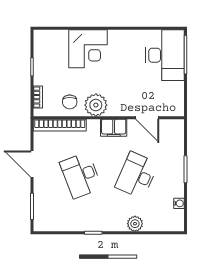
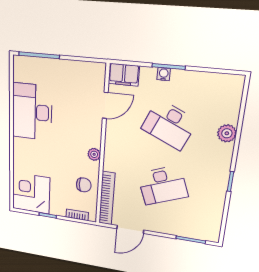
corner desk: (88, 49) -> (31, 193), moved, turned -90
desk: (165, 55) -> (32, 112), moved, turned -90
plant: (96, 105) -> (94, 154), width x0.53, depth x0.53
filing cabinet: (114, 128) -> (124, 75), moved, turned 90
door: (32, 164) -> (130, 229), moved
water cooler: (179, 203) -> (164, 74), moved

